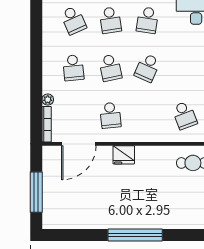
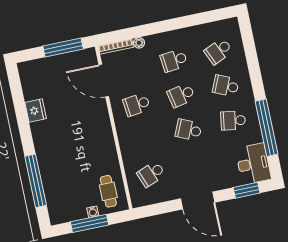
school desk: (110, 20) -> (226, 86), turned 33
fridge: (124, 155) -> (36, 110), moved, turned 180
window: (36, 192) -> (63, 47), moved
window: (135, 235) -> (36, 181), moved

